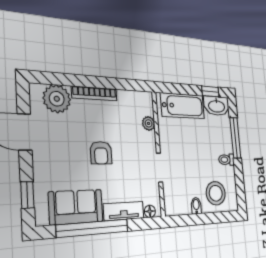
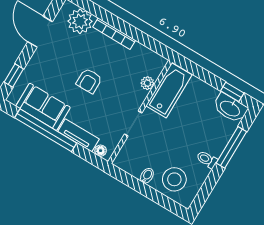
bathtub: (183, 106) -> (169, 90), moved, turned -90

